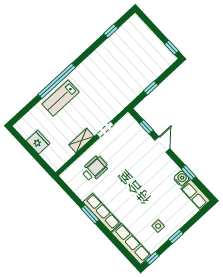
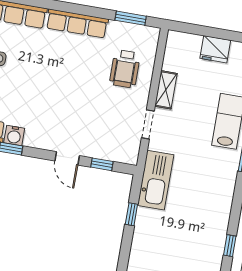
kitchen sink: (124, 96) -> (156, 180), added
window: (90, 214) -> (131, 18), moved

